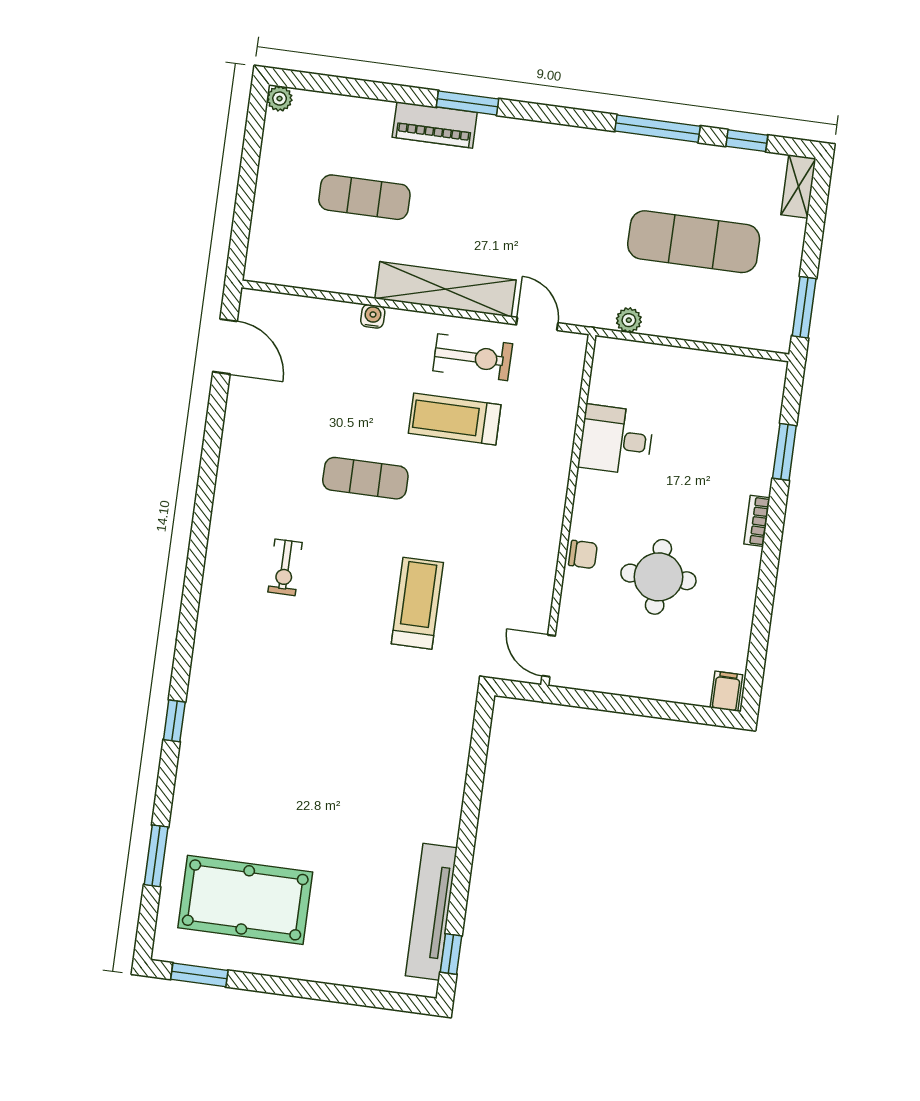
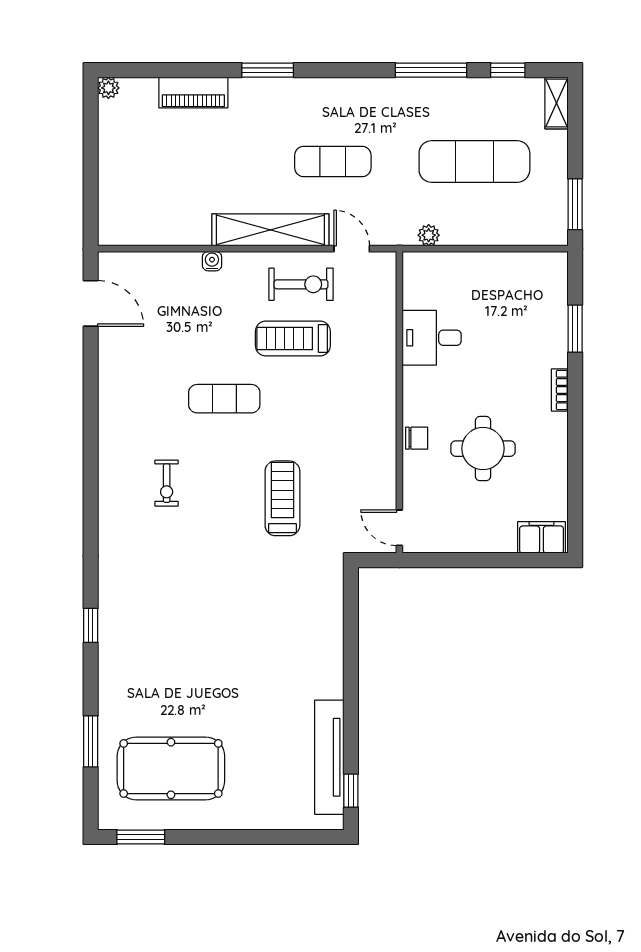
piano: (435, 125) -> (193, 92), moved
exercise mat: (364, 197) -> (333, 162), moved
filing cabinet: (726, 691) -> (542, 537), width x2.00

